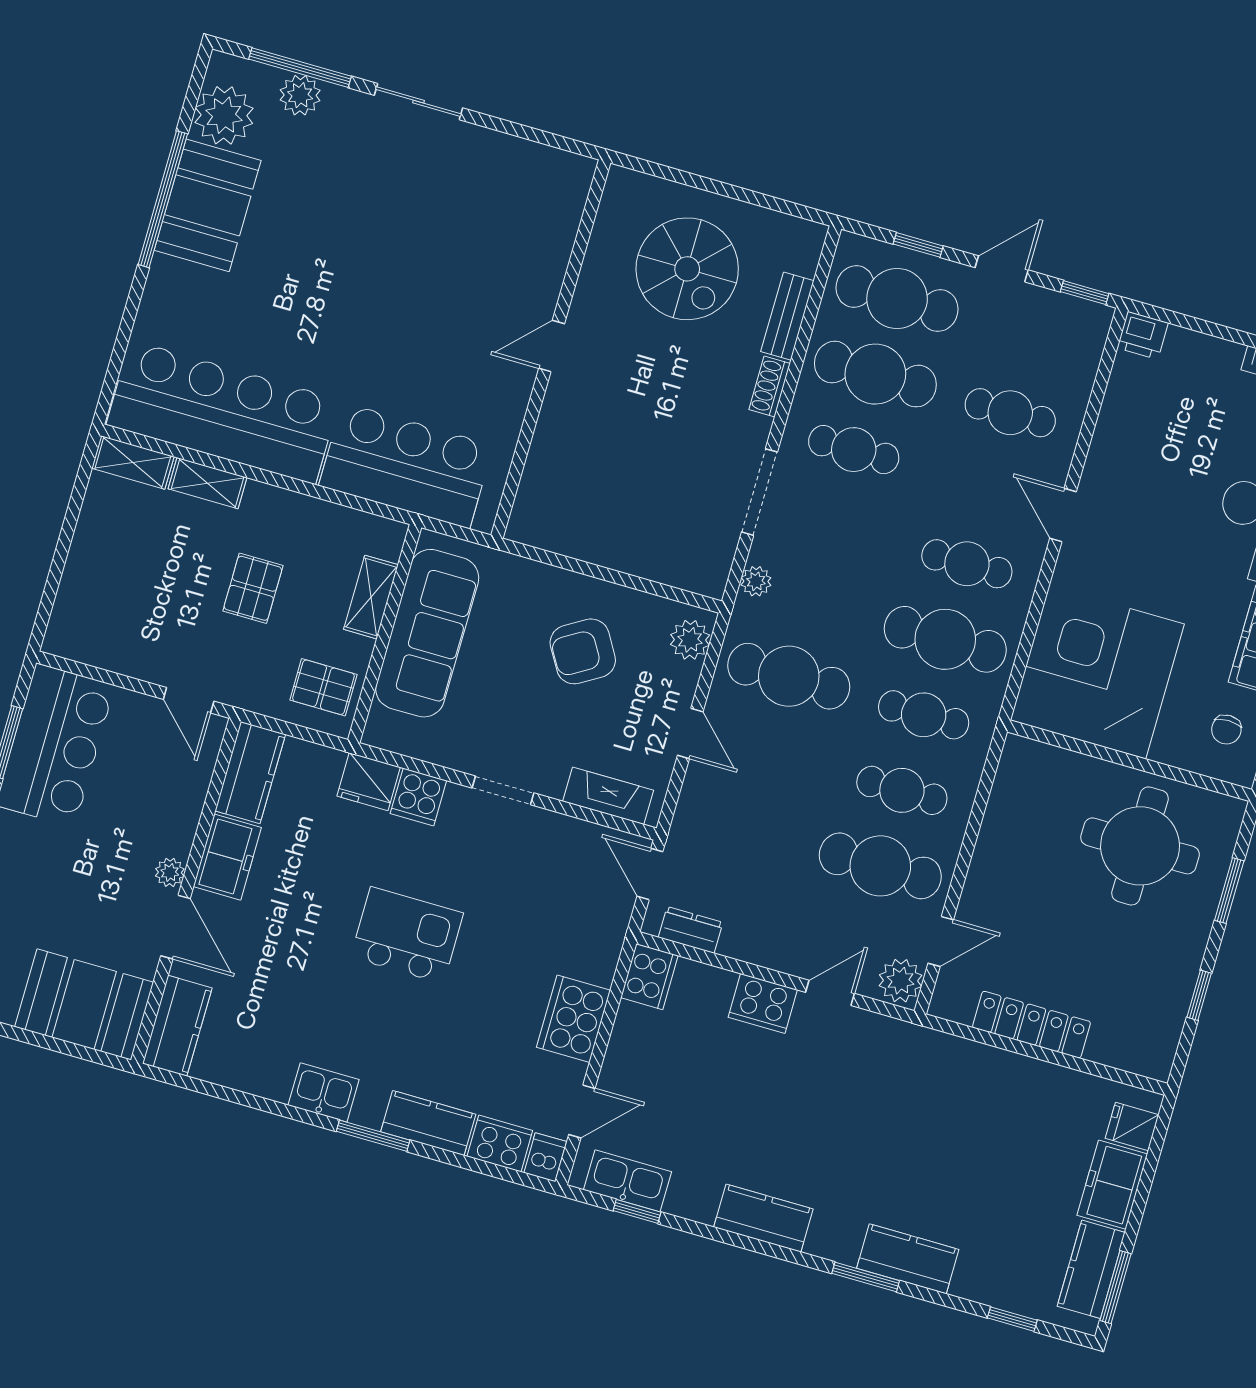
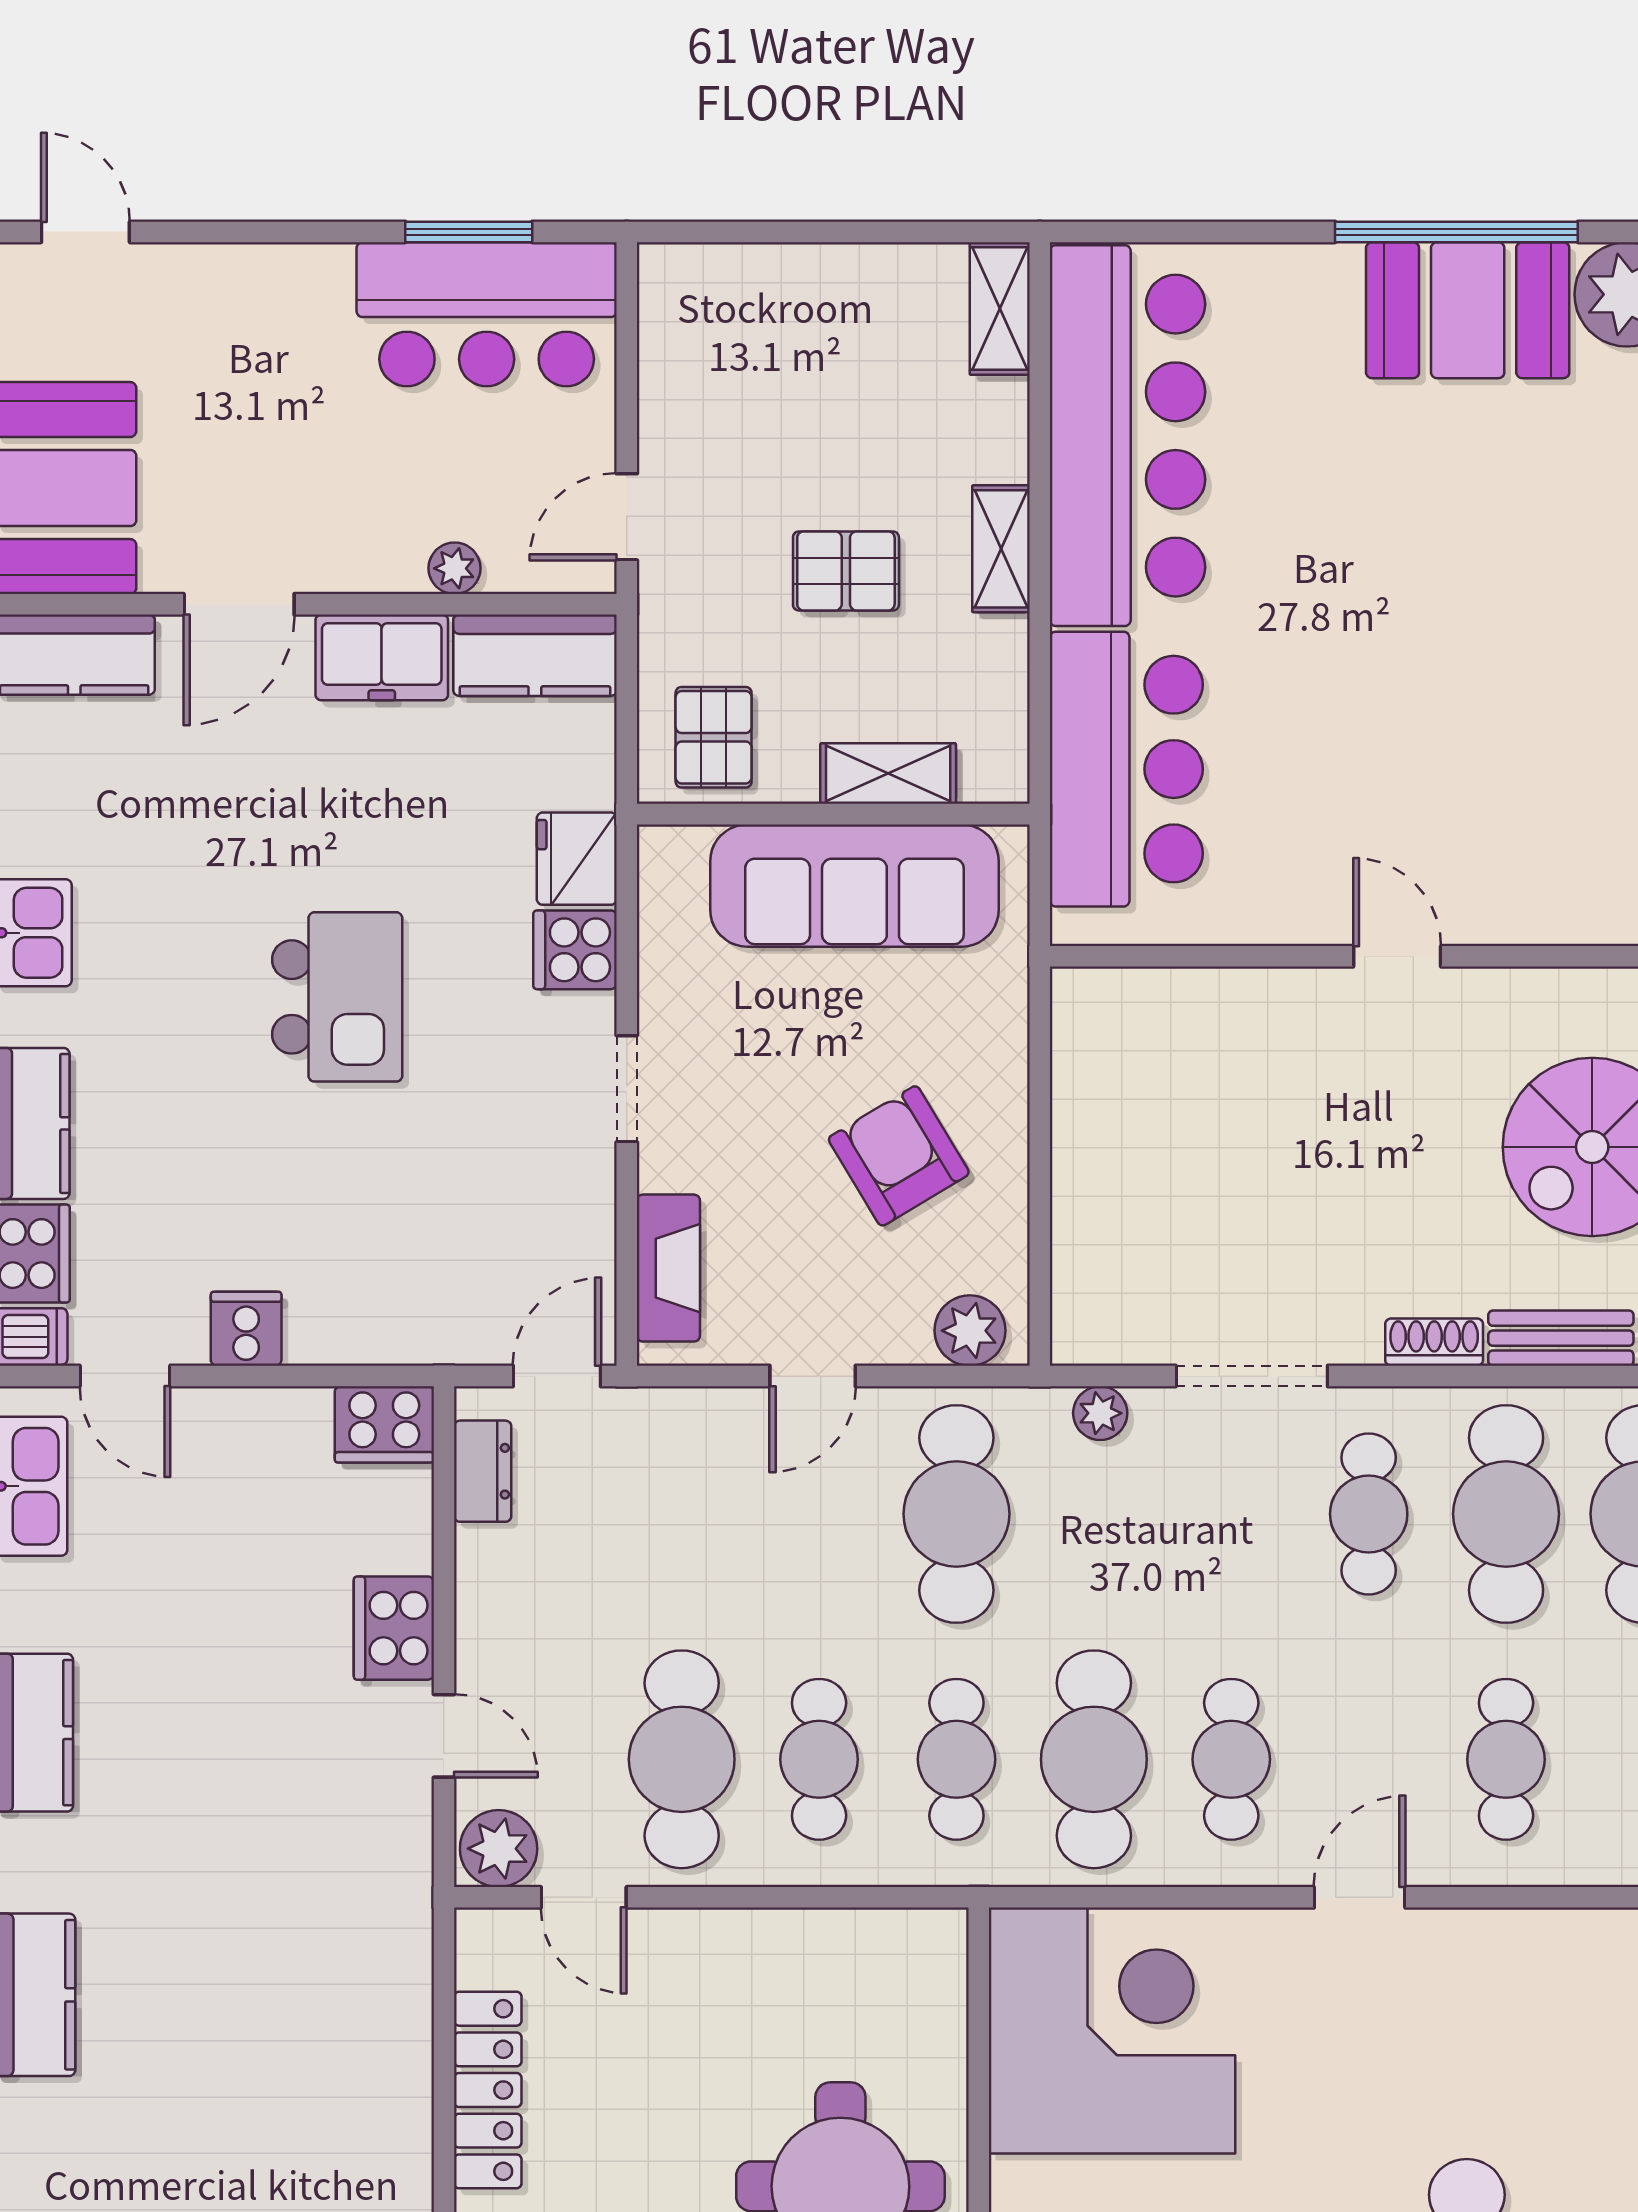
shelving: (208, 483) -> (1001, 549), moved
plant: (170, 872) -> (455, 568), moved
cooker: (573, 1019) -> (246, 1329), width x0.53, depth x0.76

